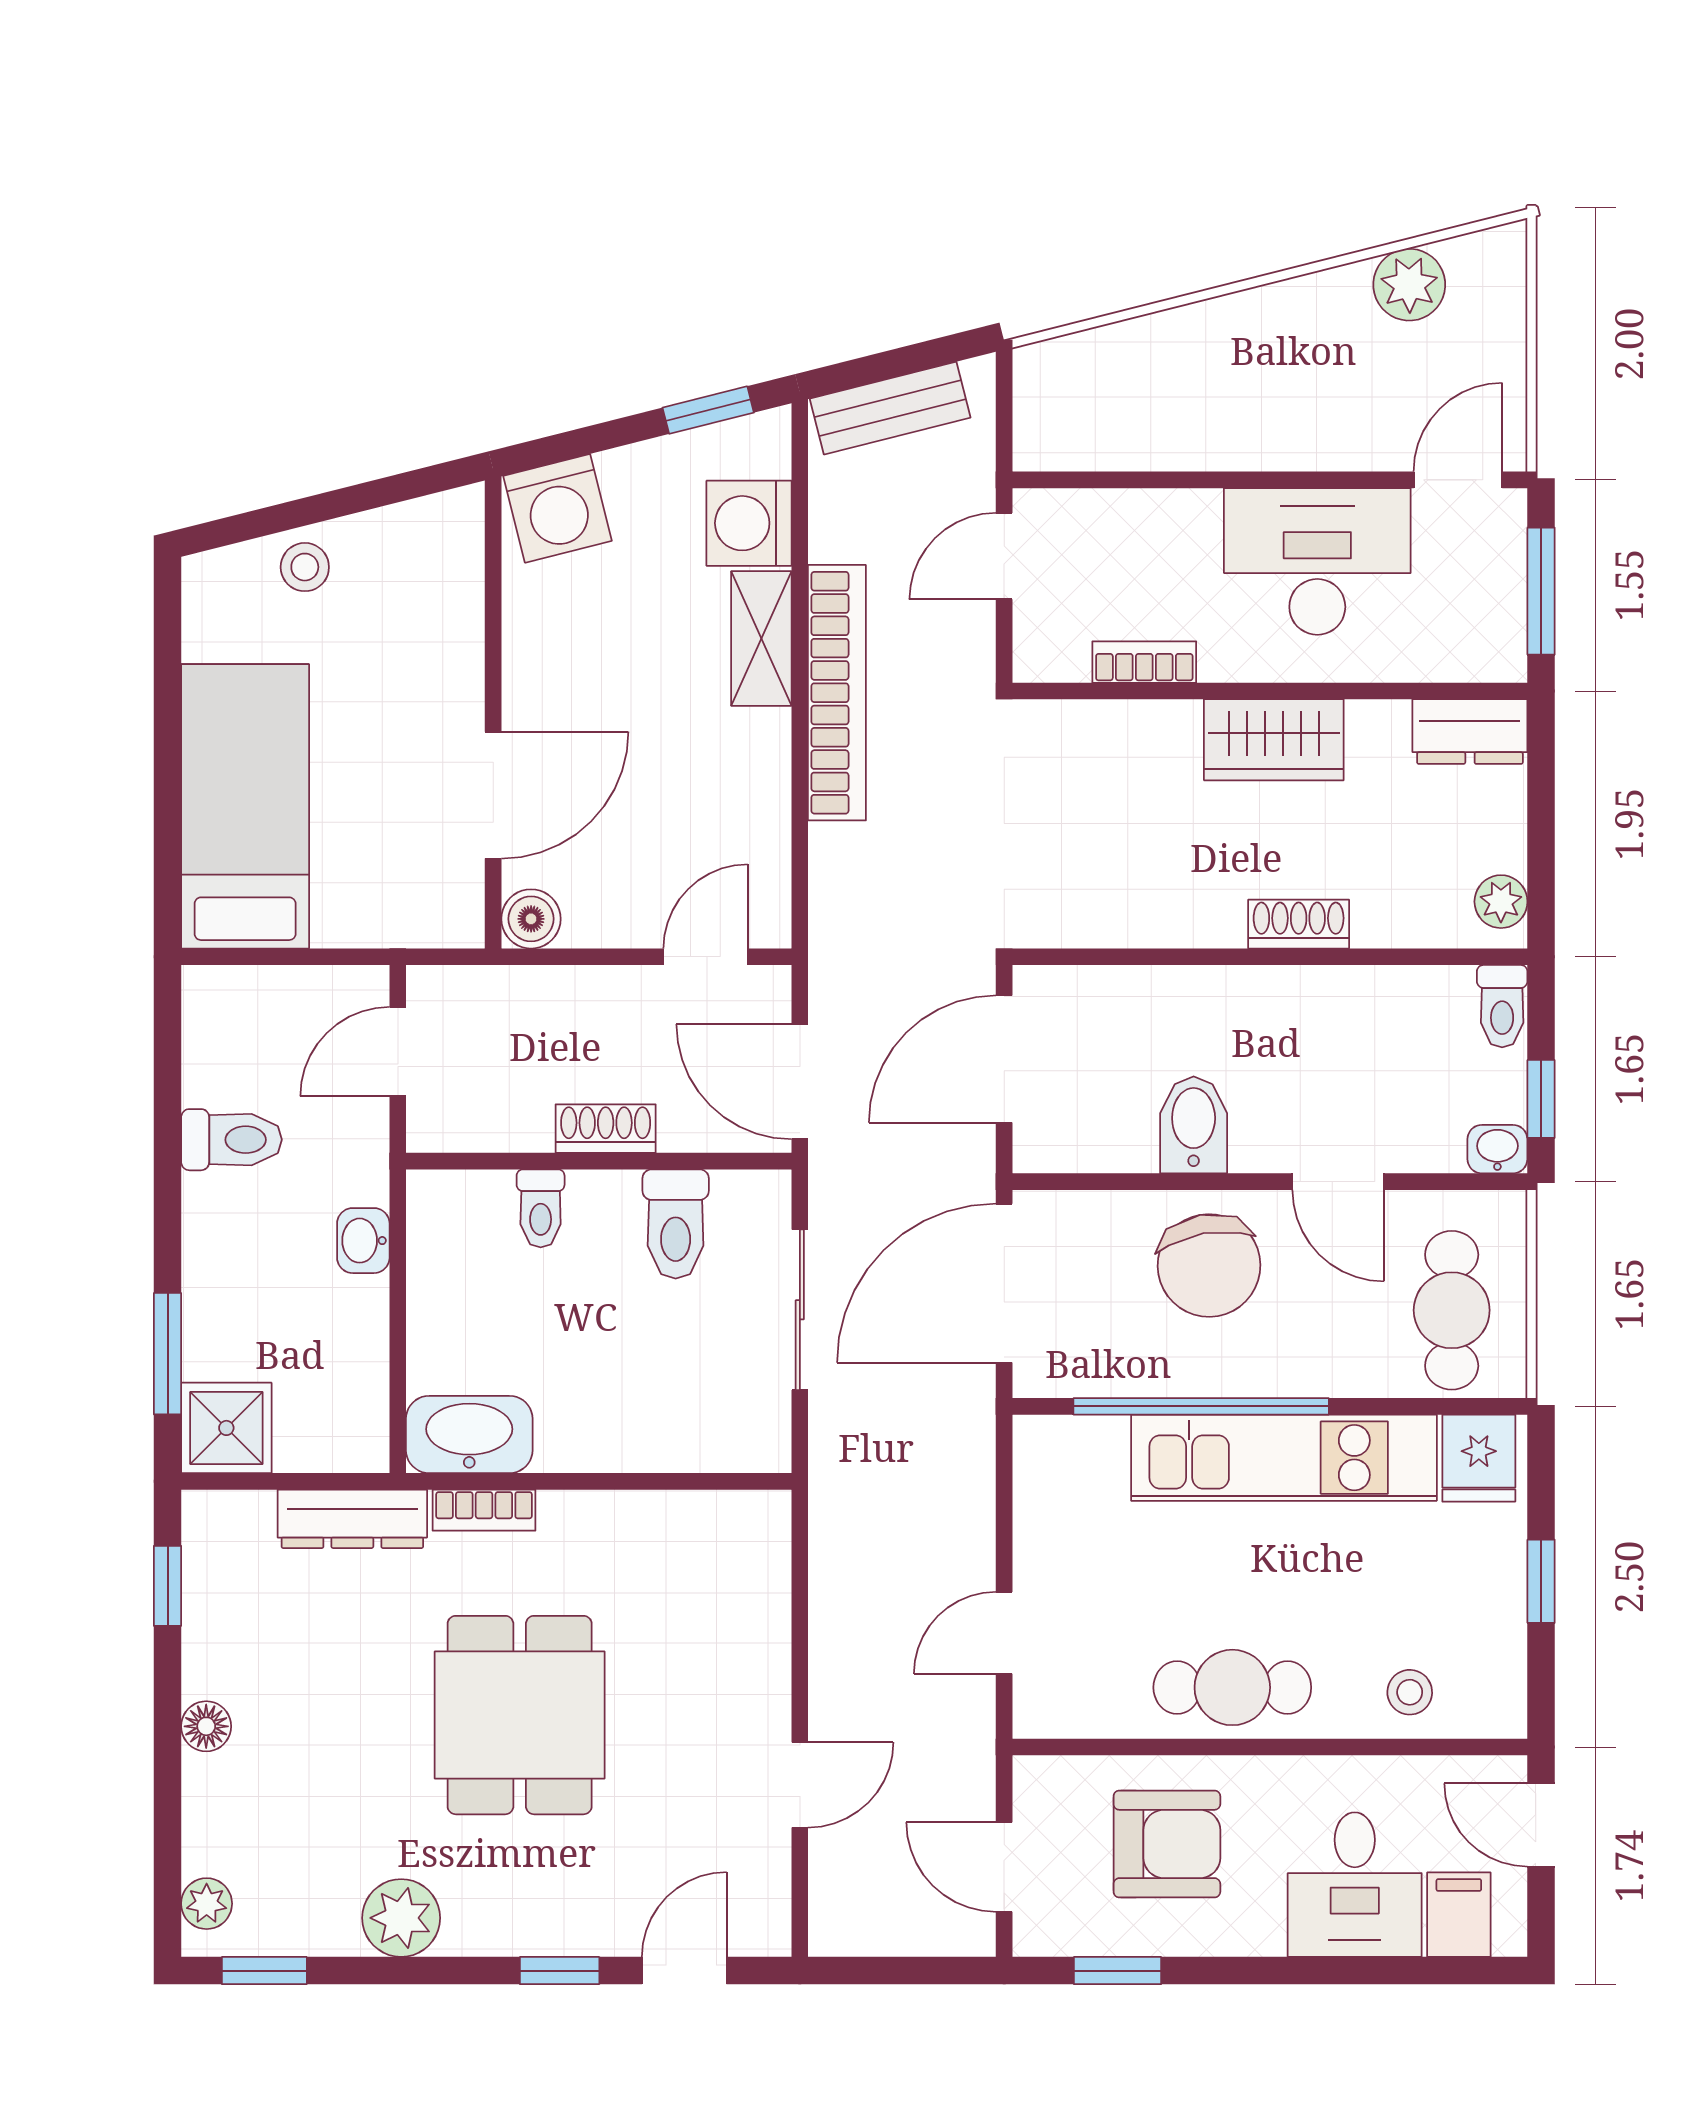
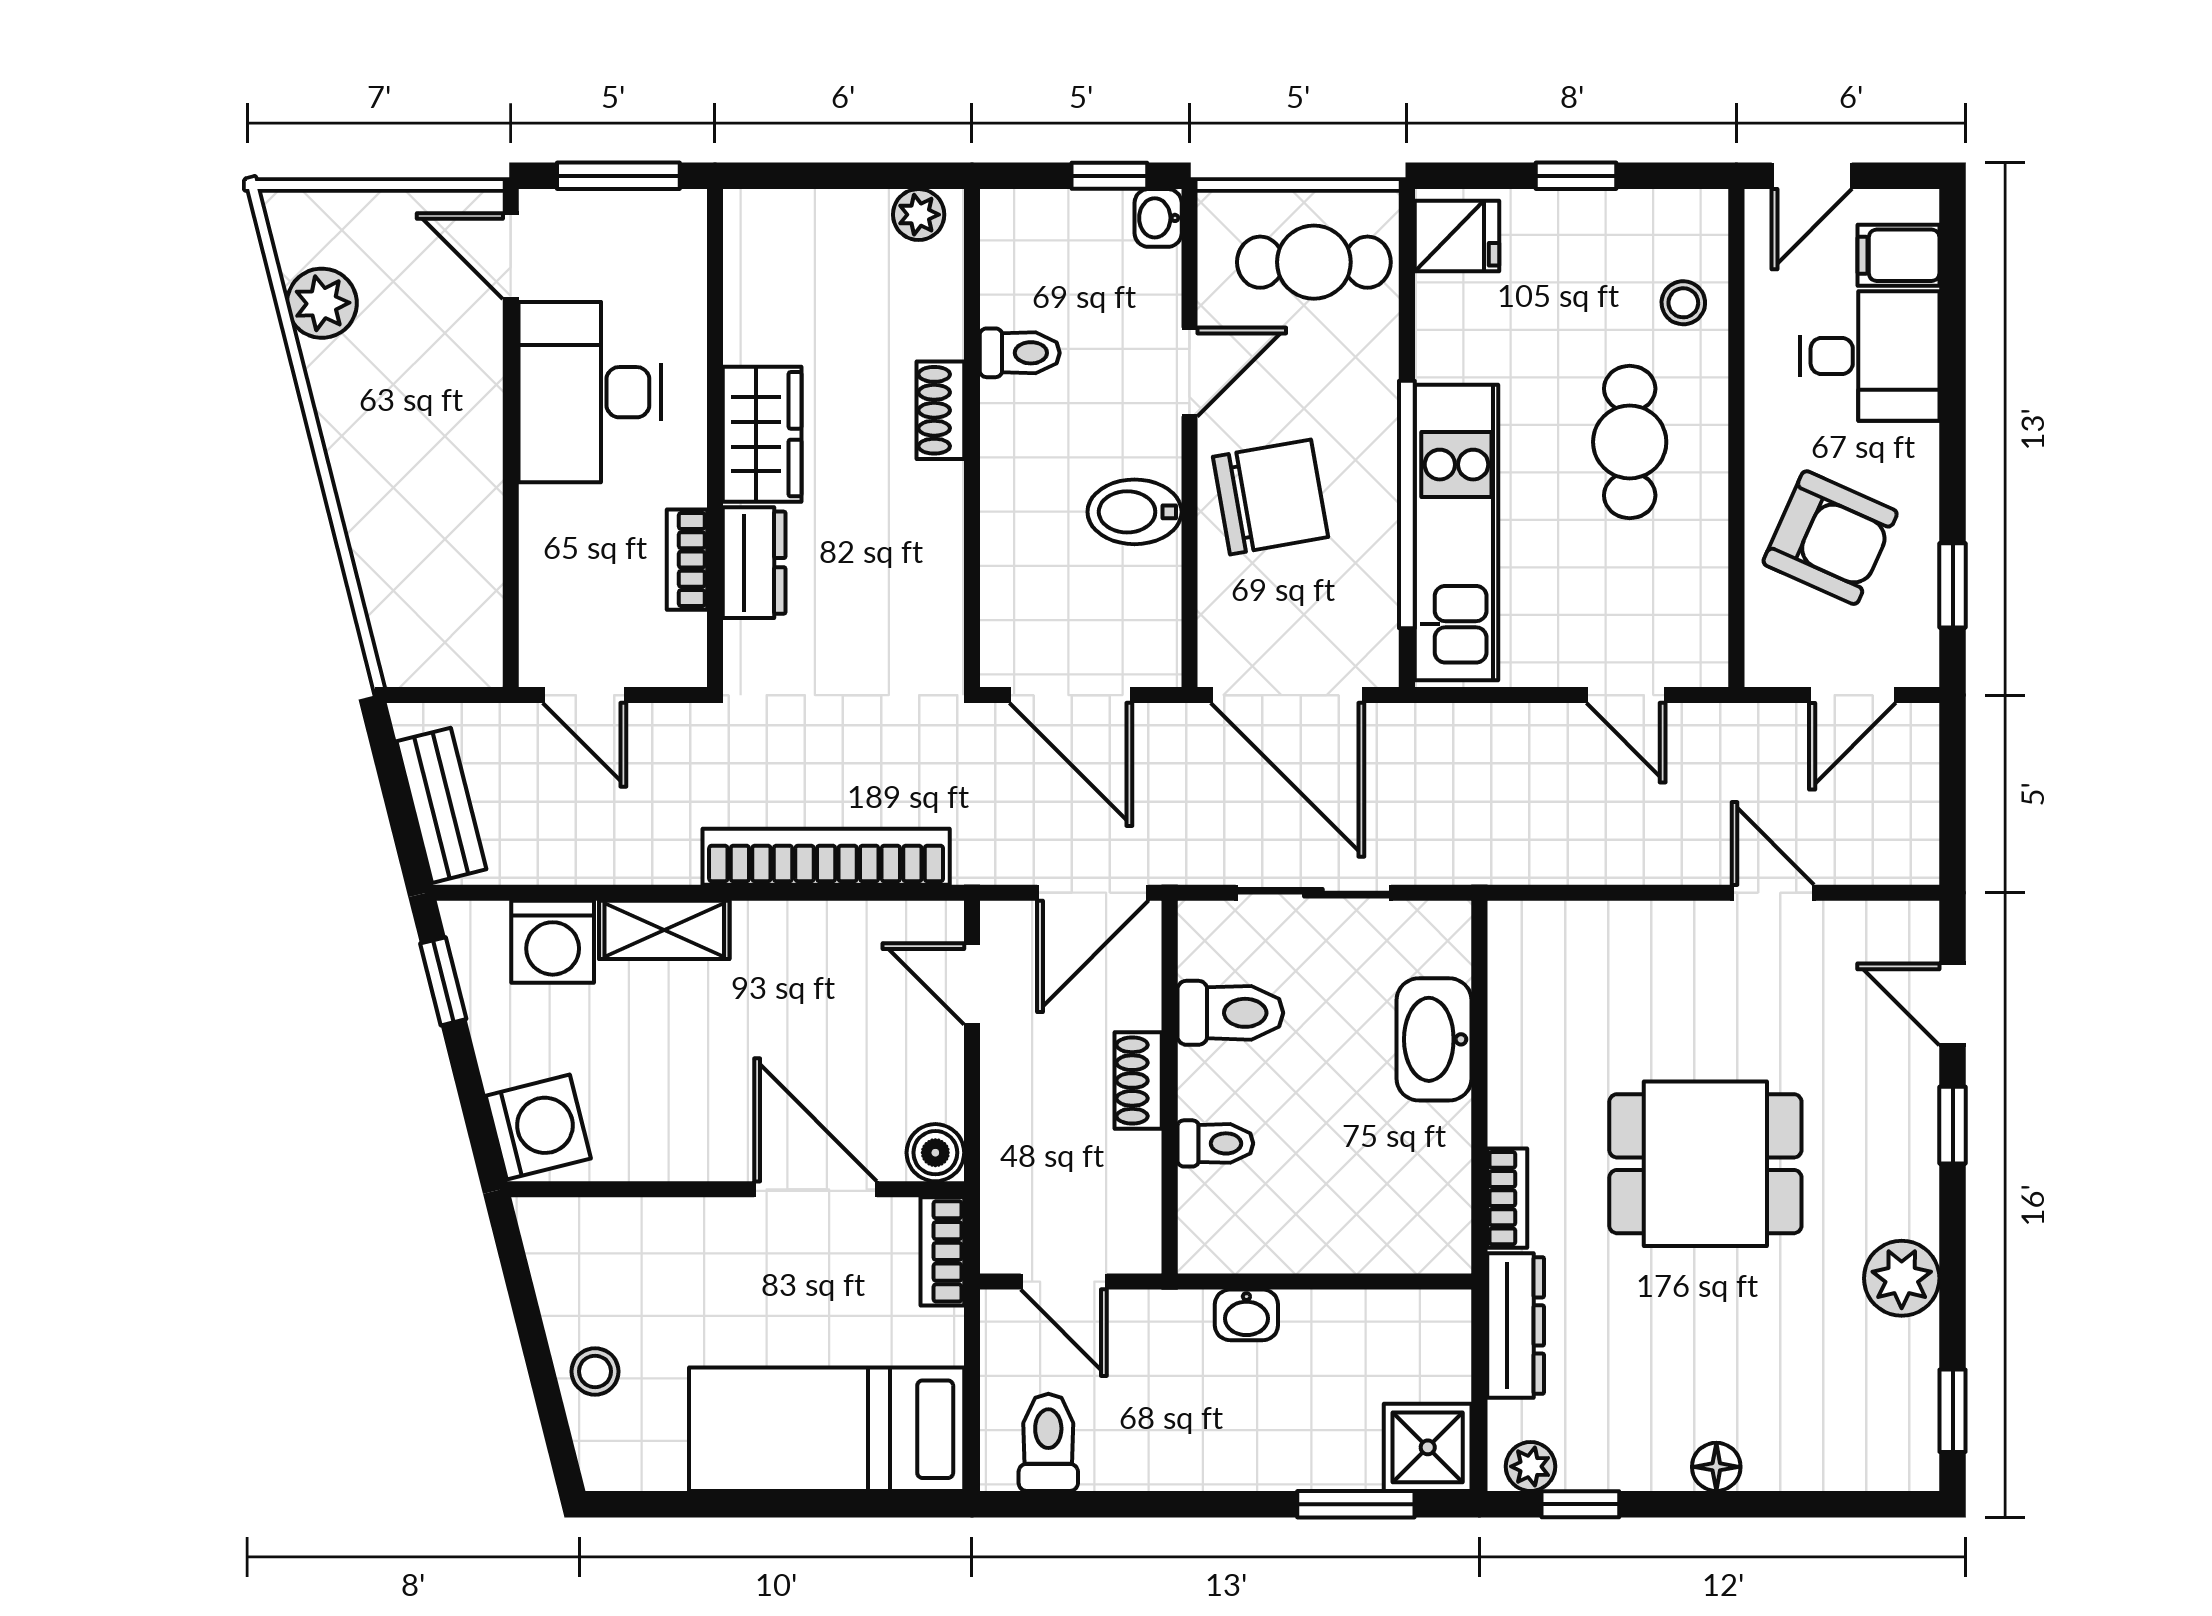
bookcase: (837, 693) -> (826, 857), moved
dresser: (1470, 732) -> (754, 563), moved
bookcase: (429, 926) -> (942, 1251), added
toilet: (1502, 1006) -> (1020, 353), moved
toilet: (232, 1140) -> (1048, 1442), moved
washbasin: (469, 1434) -> (1434, 1039), moved
kitchen unit: (1284, 1458) -> (1456, 533), moved
cafe table: (1232, 1687) -> (1630, 442), moved
armchair: (1167, 1844) -> (1830, 538), turned 114
plant: (207, 1904) -> (1530, 1466), moved

